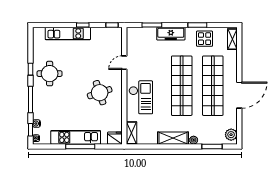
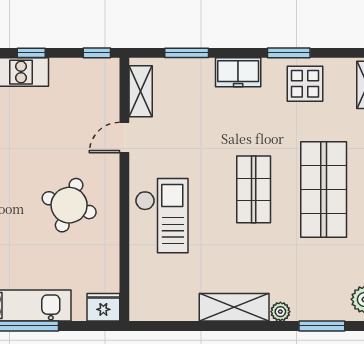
freezer: (171, 34) -> (238, 72), width x0.71
shop shelf: (182, 86) -> (254, 189), width x0.50, depth x0.74
shop shelf: (213, 86) -> (324, 189), width x0.71
round table: (100, 93) -> (69, 205), turned 37
shelving: (131, 133) -> (141, 91), moved

